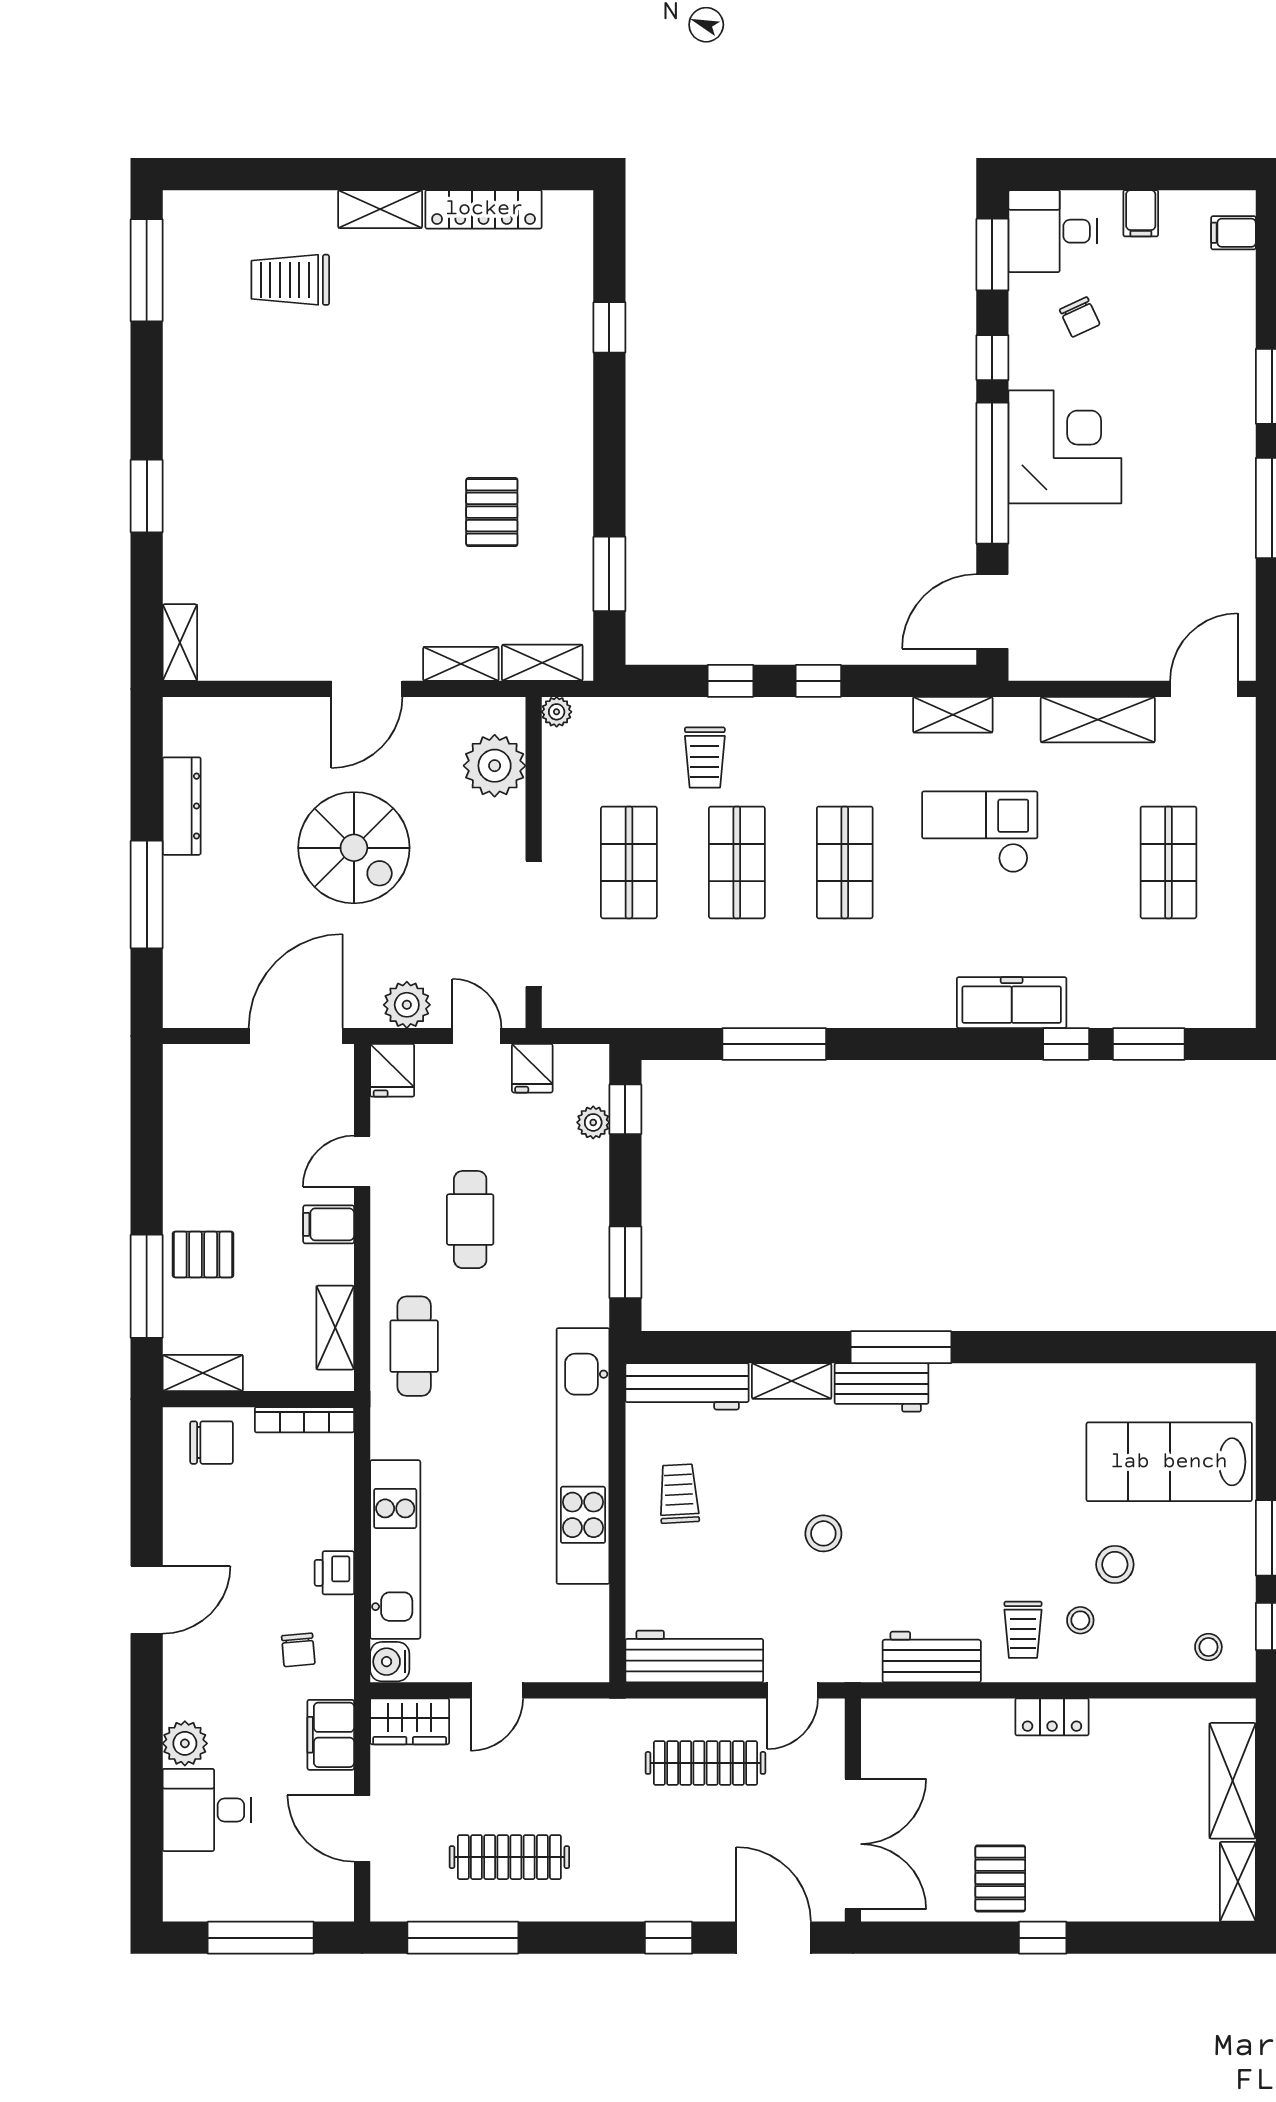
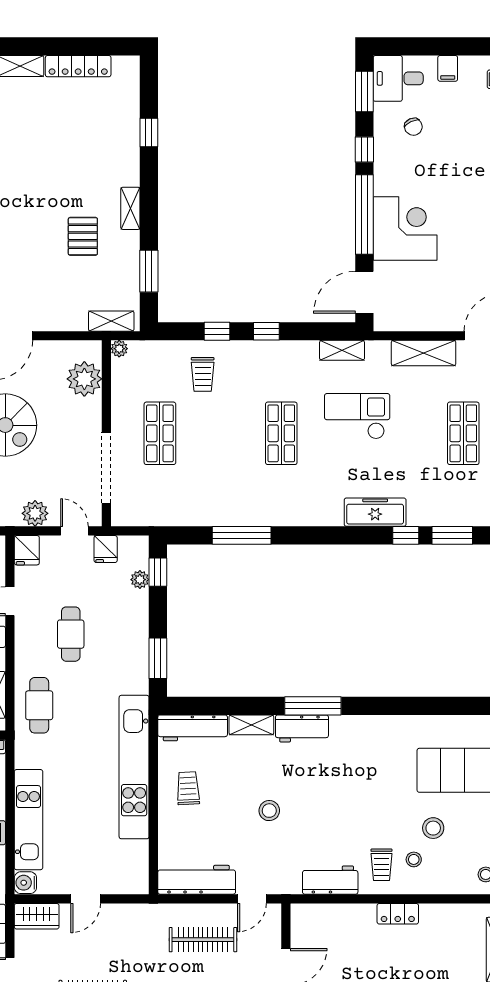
corner desk: (1065, 447) -> (405, 229), moved
shelving: (461, 664) -> (130, 208), moved, turned 90
shop shelf: (737, 862) -> (221, 433), removed

